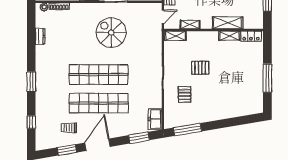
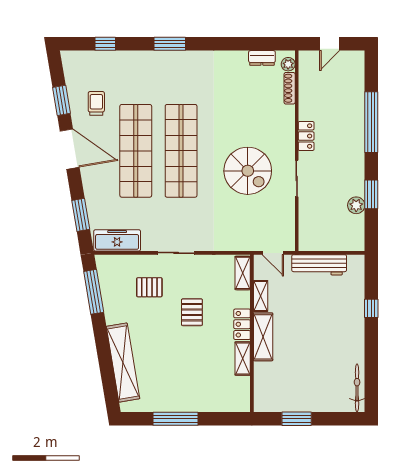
shelving: (228, 23) -> (263, 337), moved
spiral stairs: (111, 33) -> (248, 171), turned 90
dresser: (40, 36) -> (262, 58), moved
locker: (251, 36) -> (242, 324), moved
shelving: (232, 111) -> (123, 363), added
freezer: (155, 119) -> (117, 240), width x1.40

